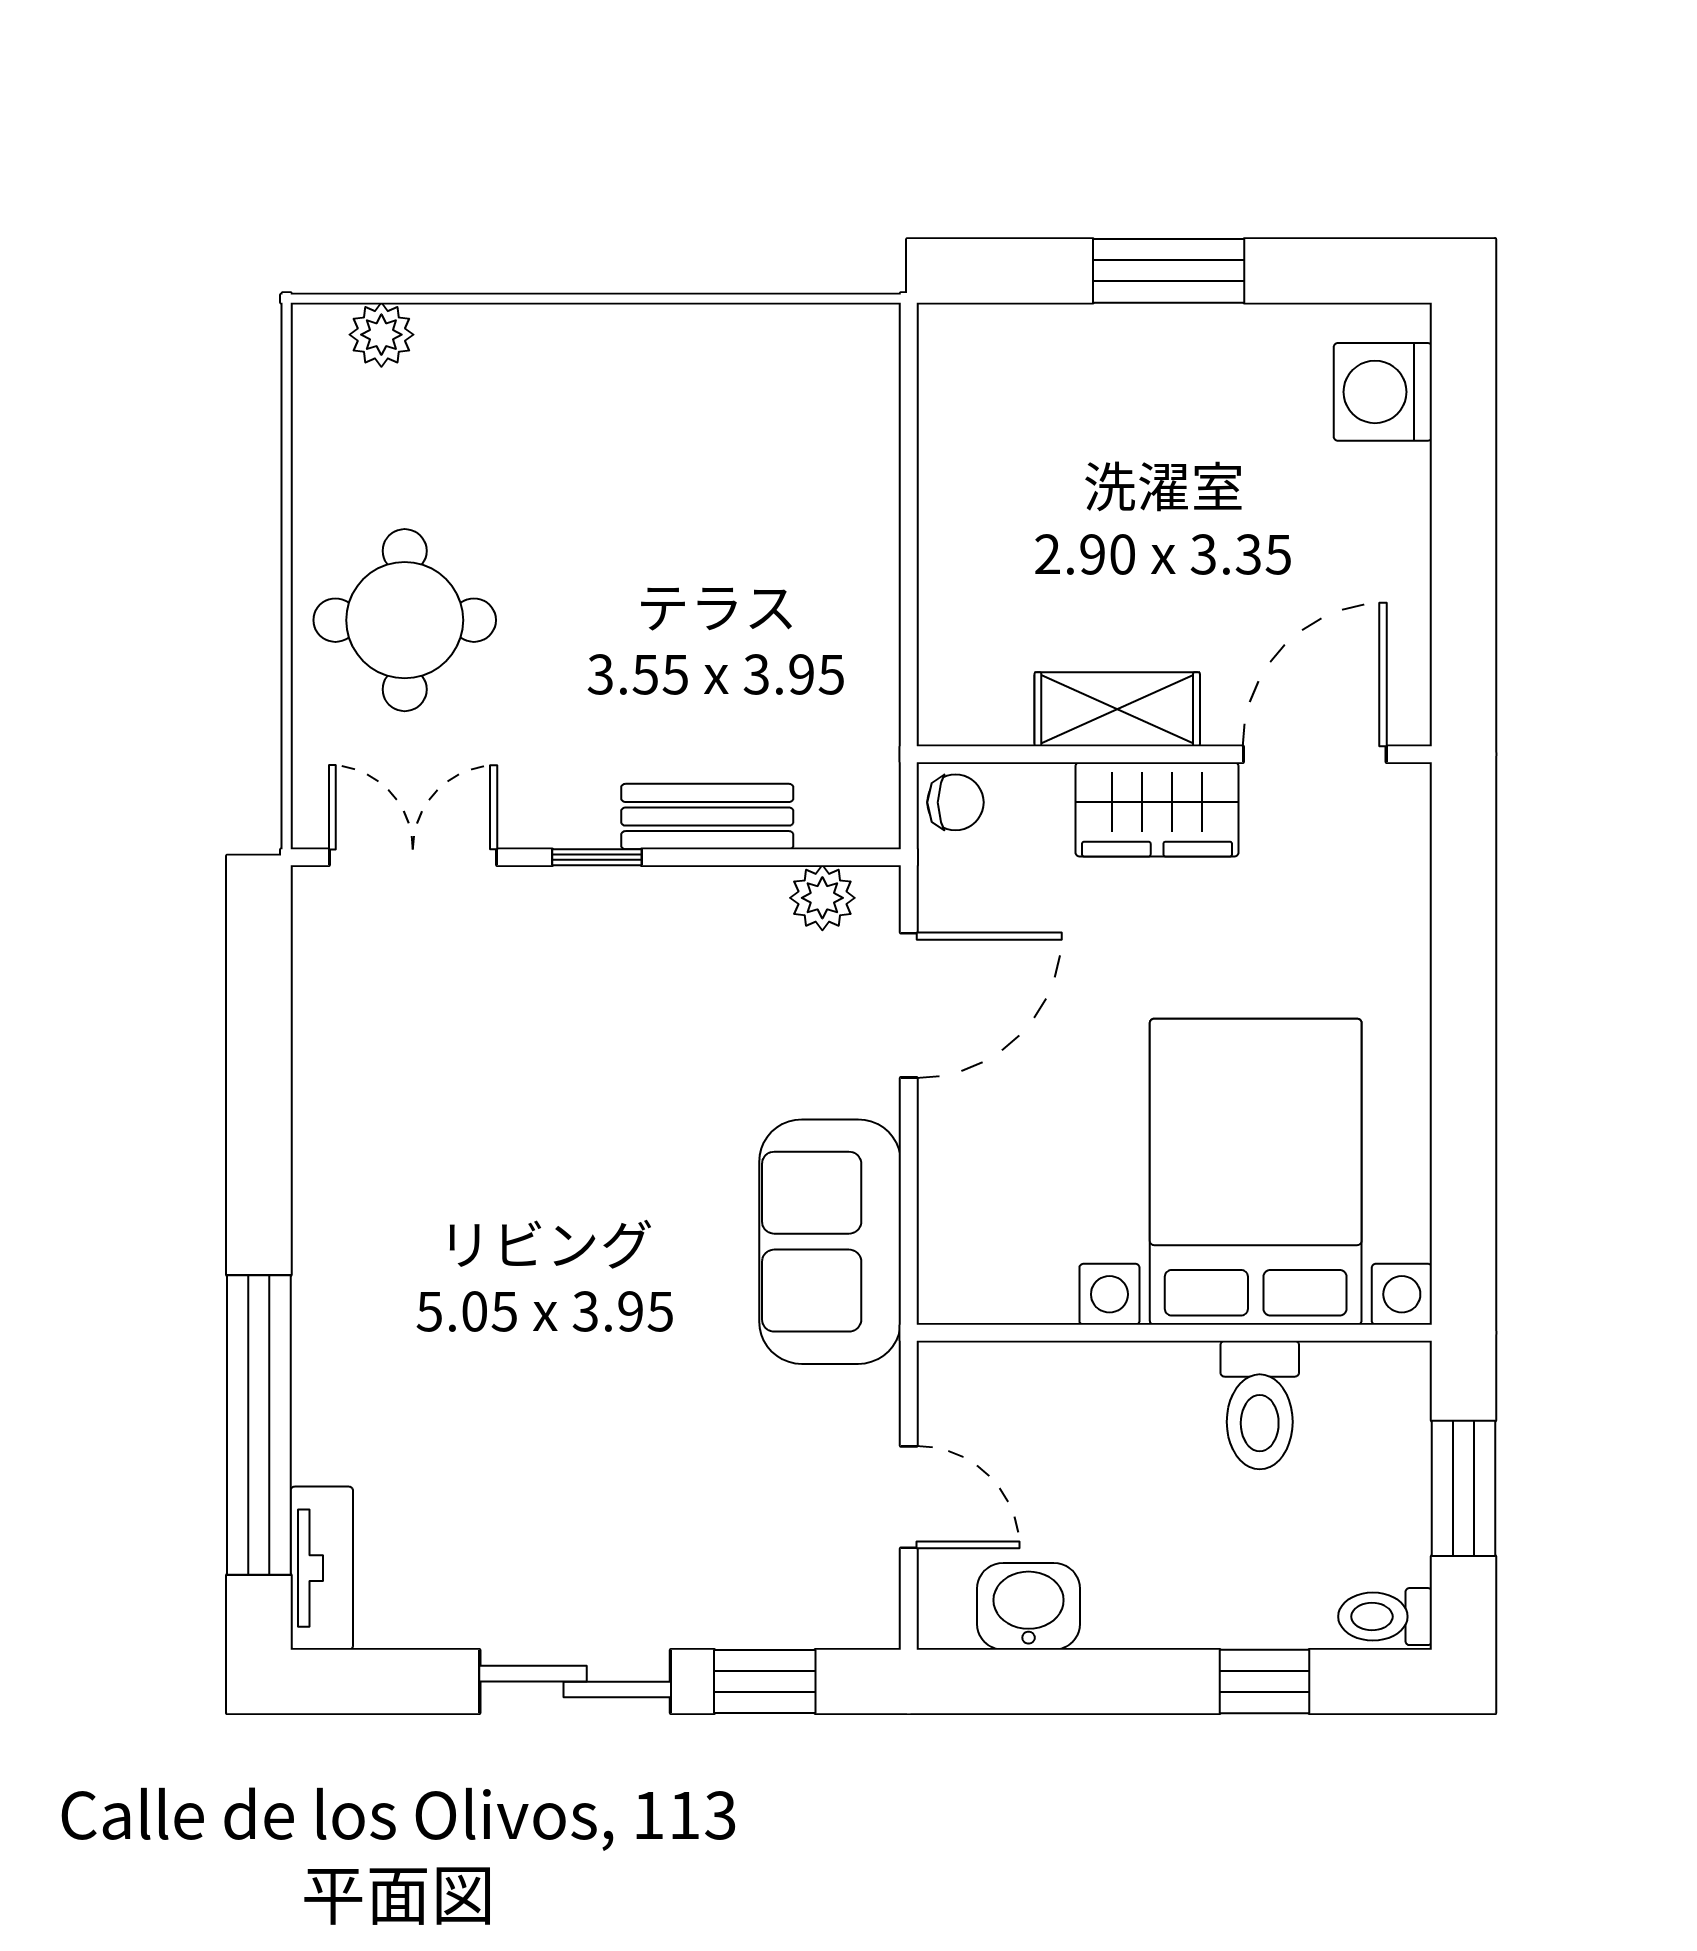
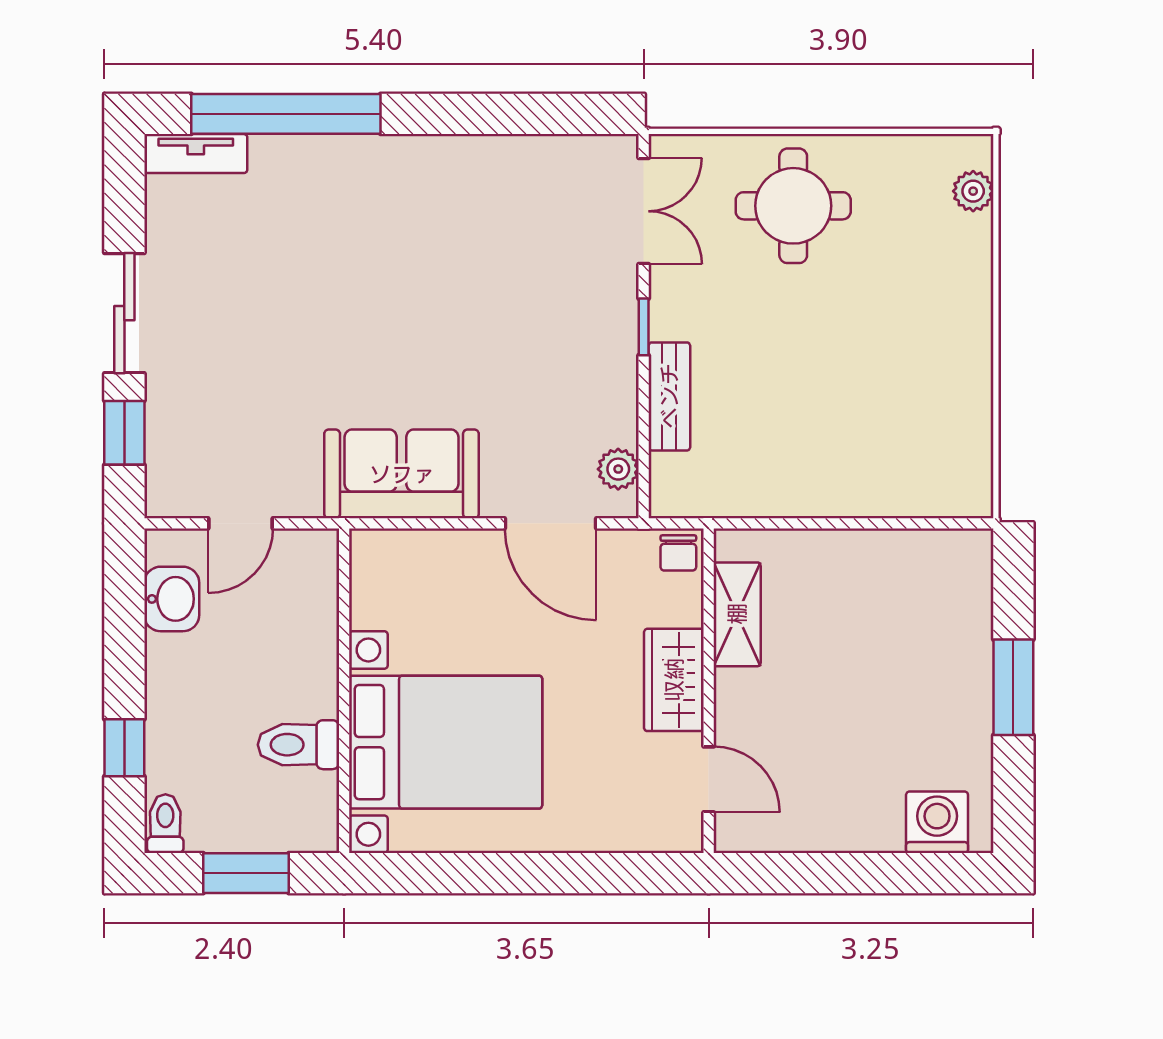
shelving: (1117, 709) -> (737, 614), moved
door: (1315, 754) -> (709, 779), width x0.73

